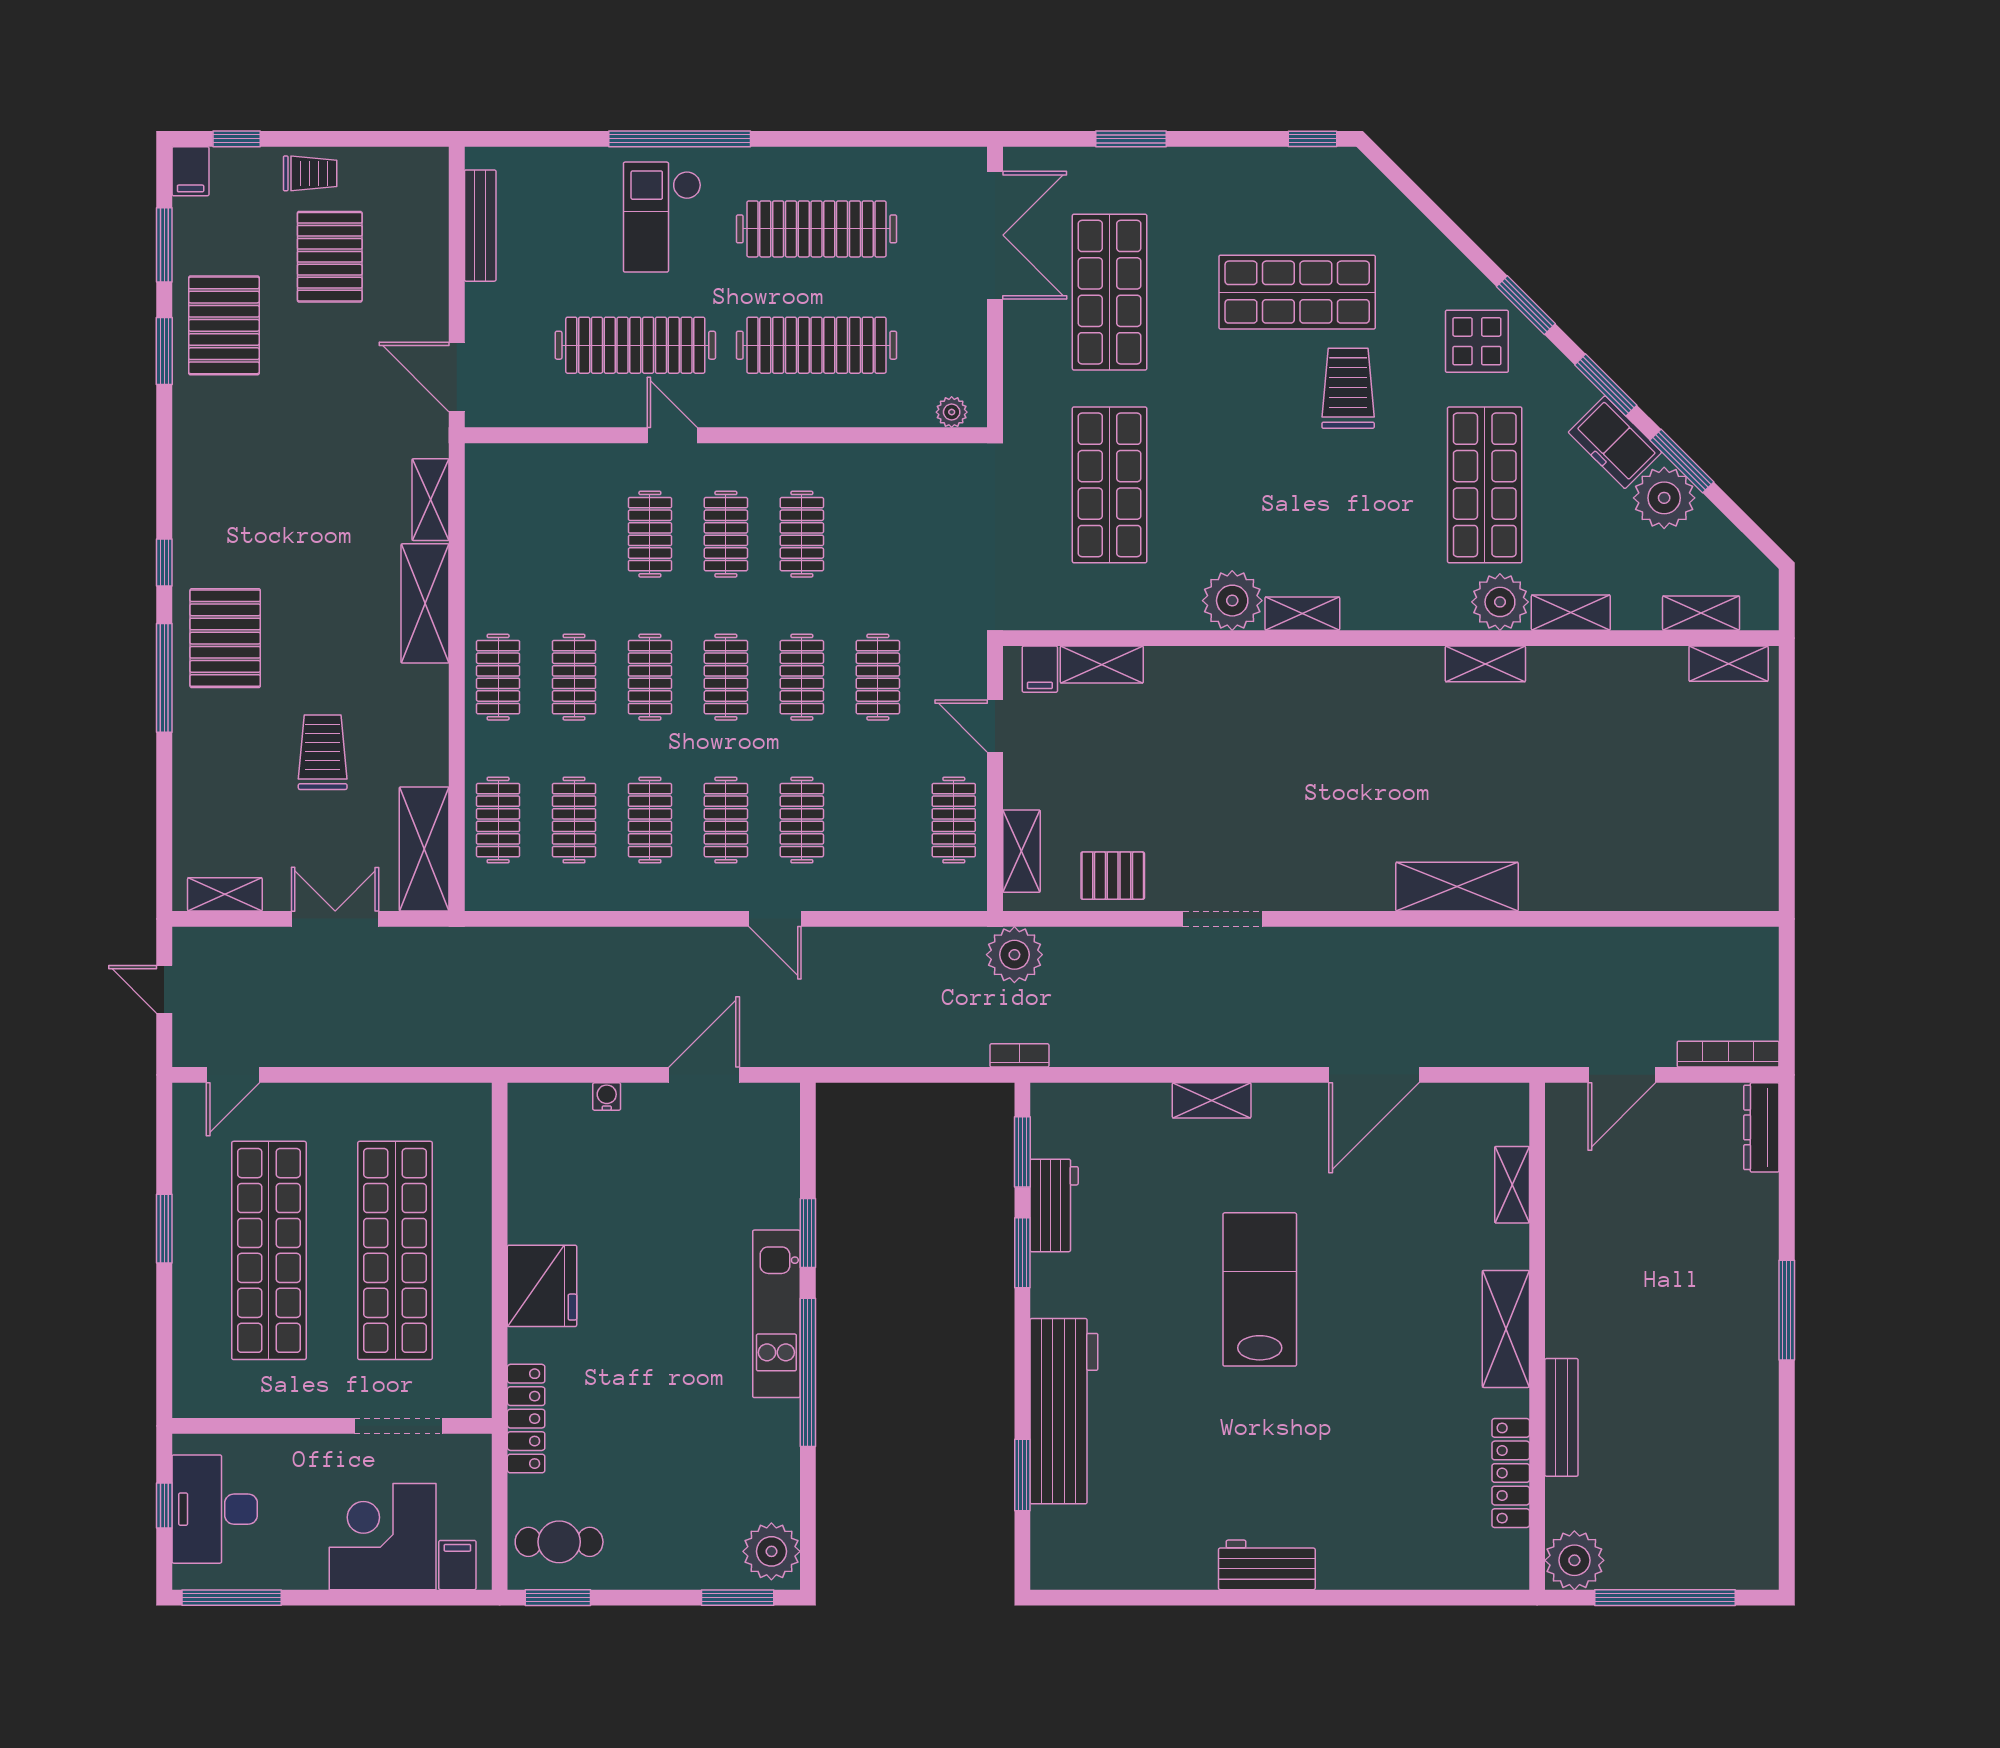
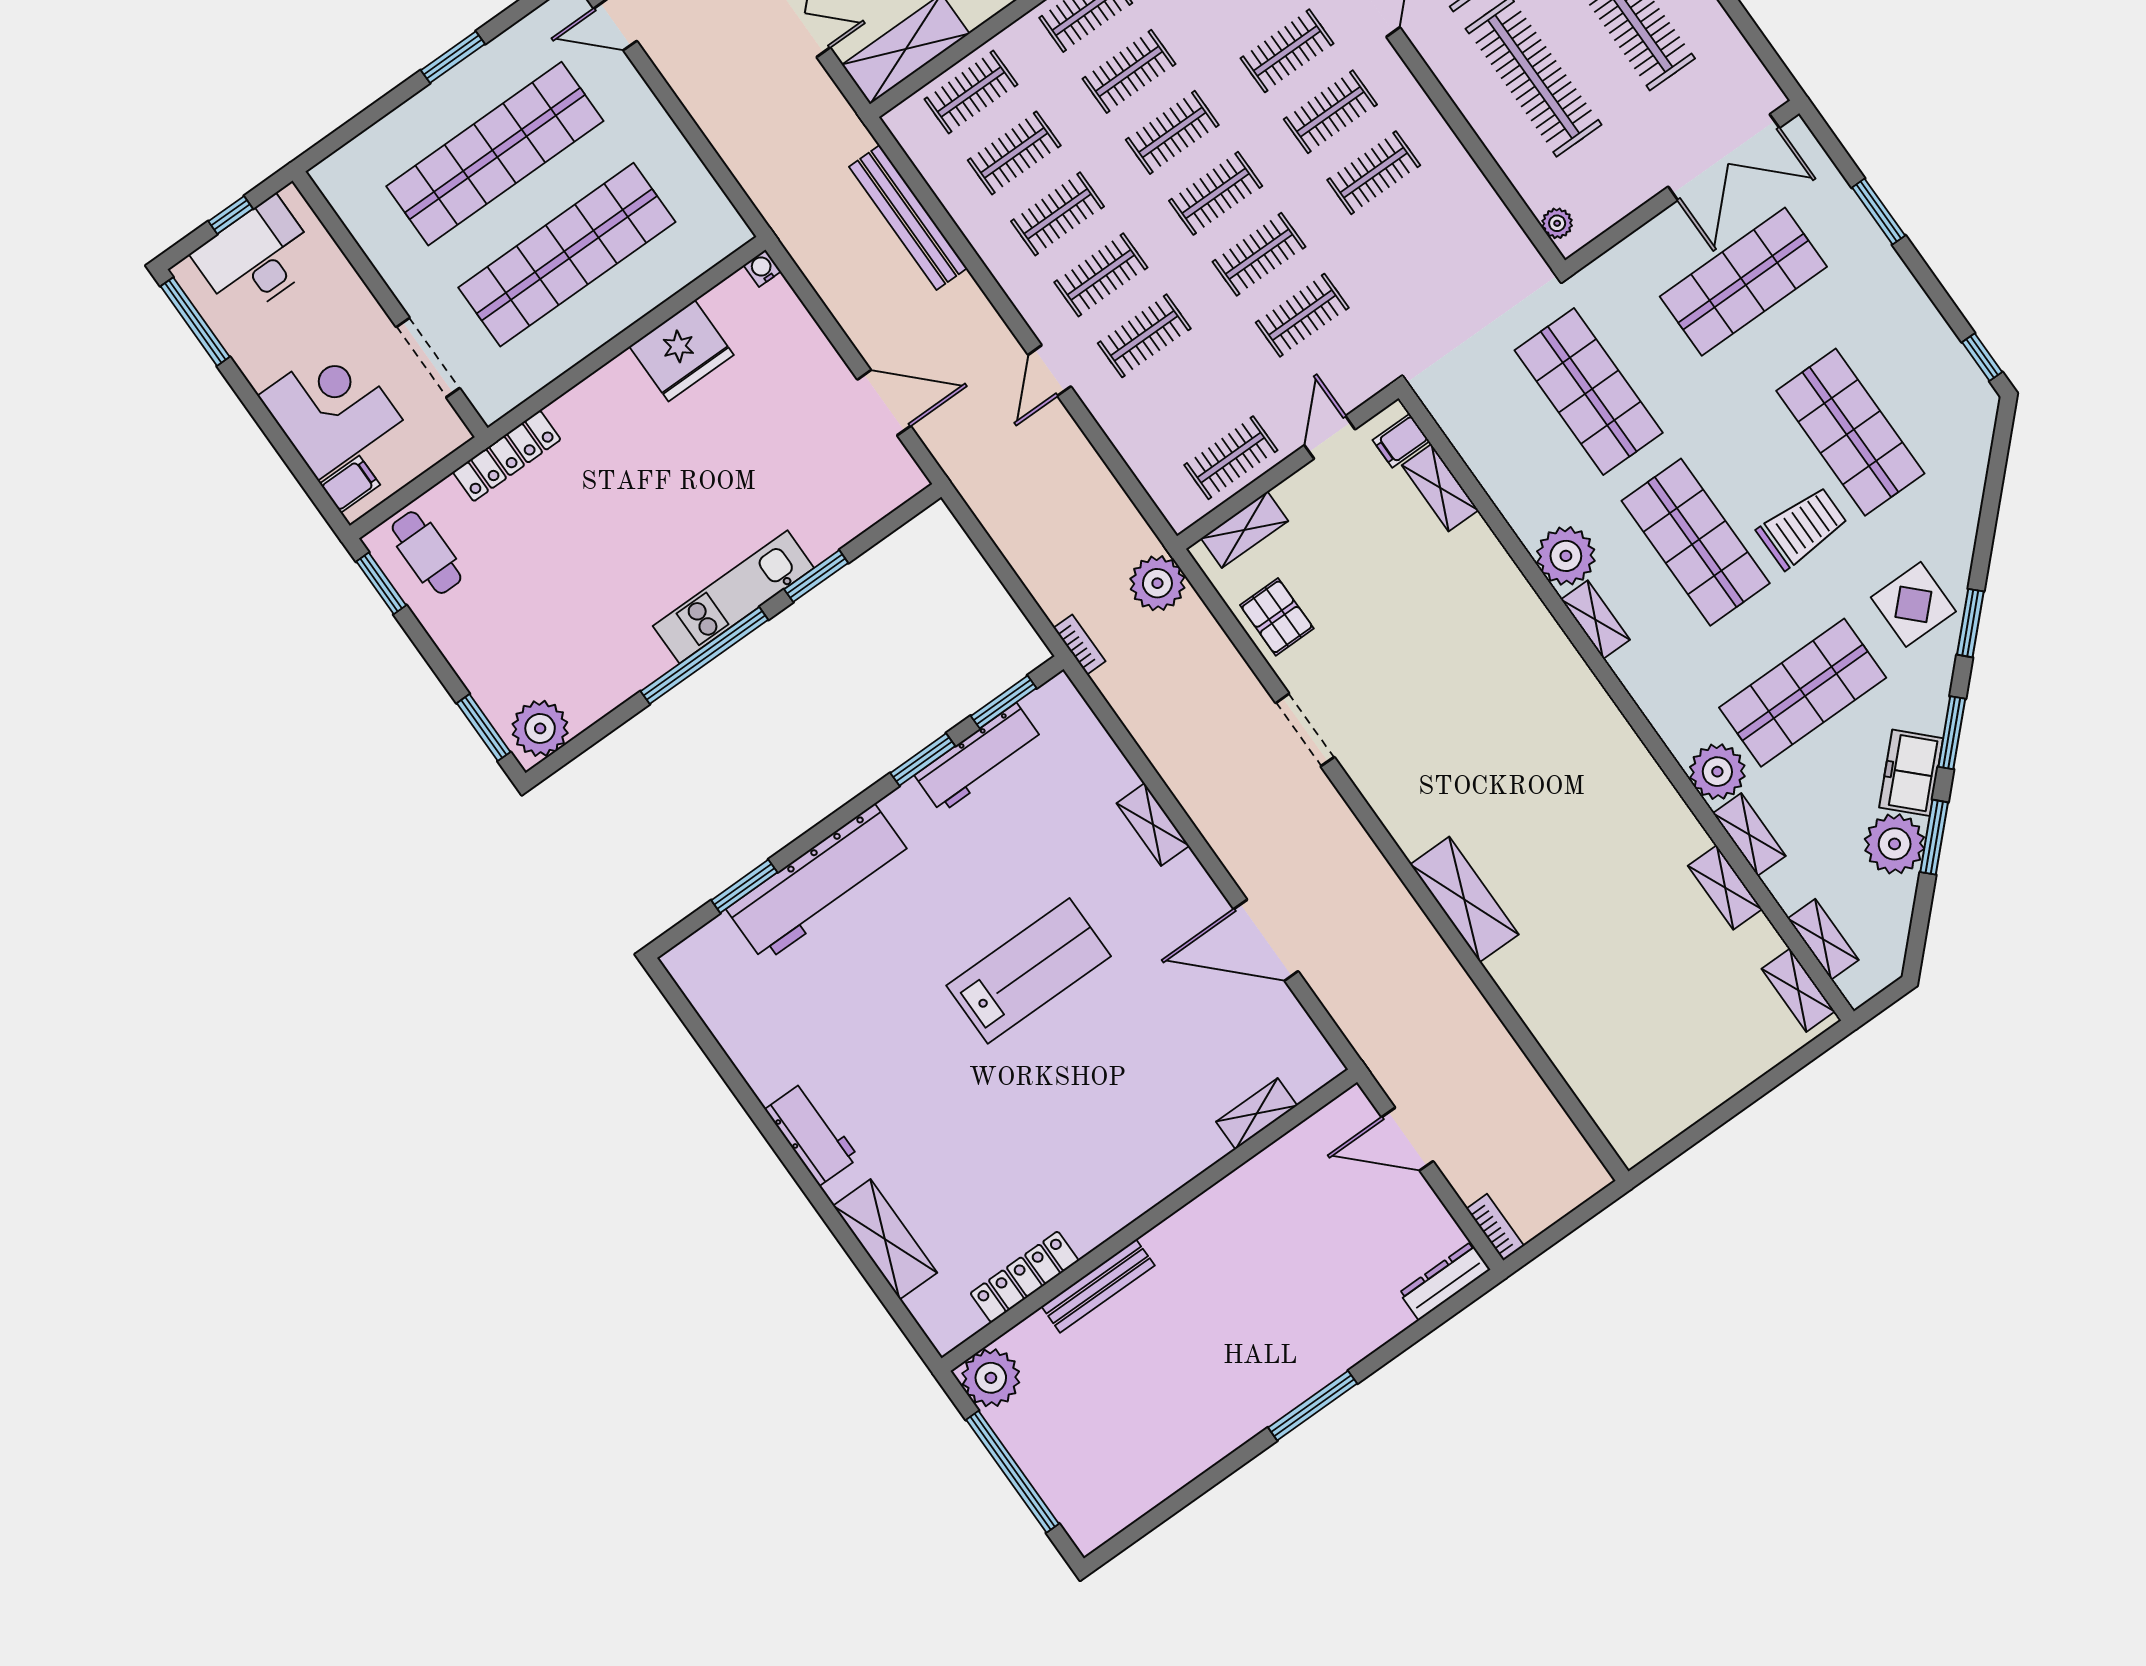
shop shelf: (1110, 485) -> (1589, 392), turned 90
shop shelf: (1297, 485) -> (1696, 542), added
shelving: (1485, 664) -> (1725, 888), moved
bench: (565, 946) -> (908, 217), added
bookcase: (1728, 1054) -> (1495, 1227), width x0.64
water cooler: (607, 1097) -> (762, 268), moved, turned -90
workbench: (1054, 1205) -> (979, 758), width x1.38
fridge: (542, 1286) -> (682, 351), moved
shelving: (1506, 1329) -> (885, 1239), moved, turned 90

